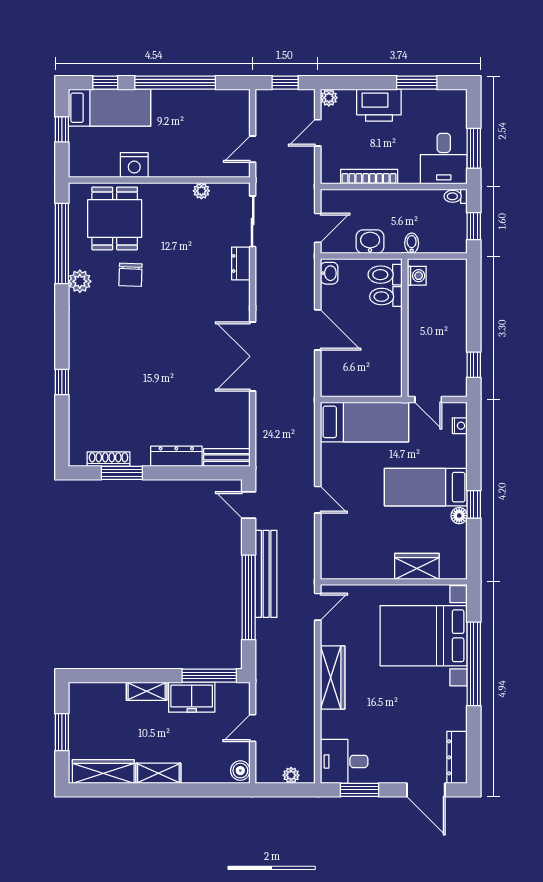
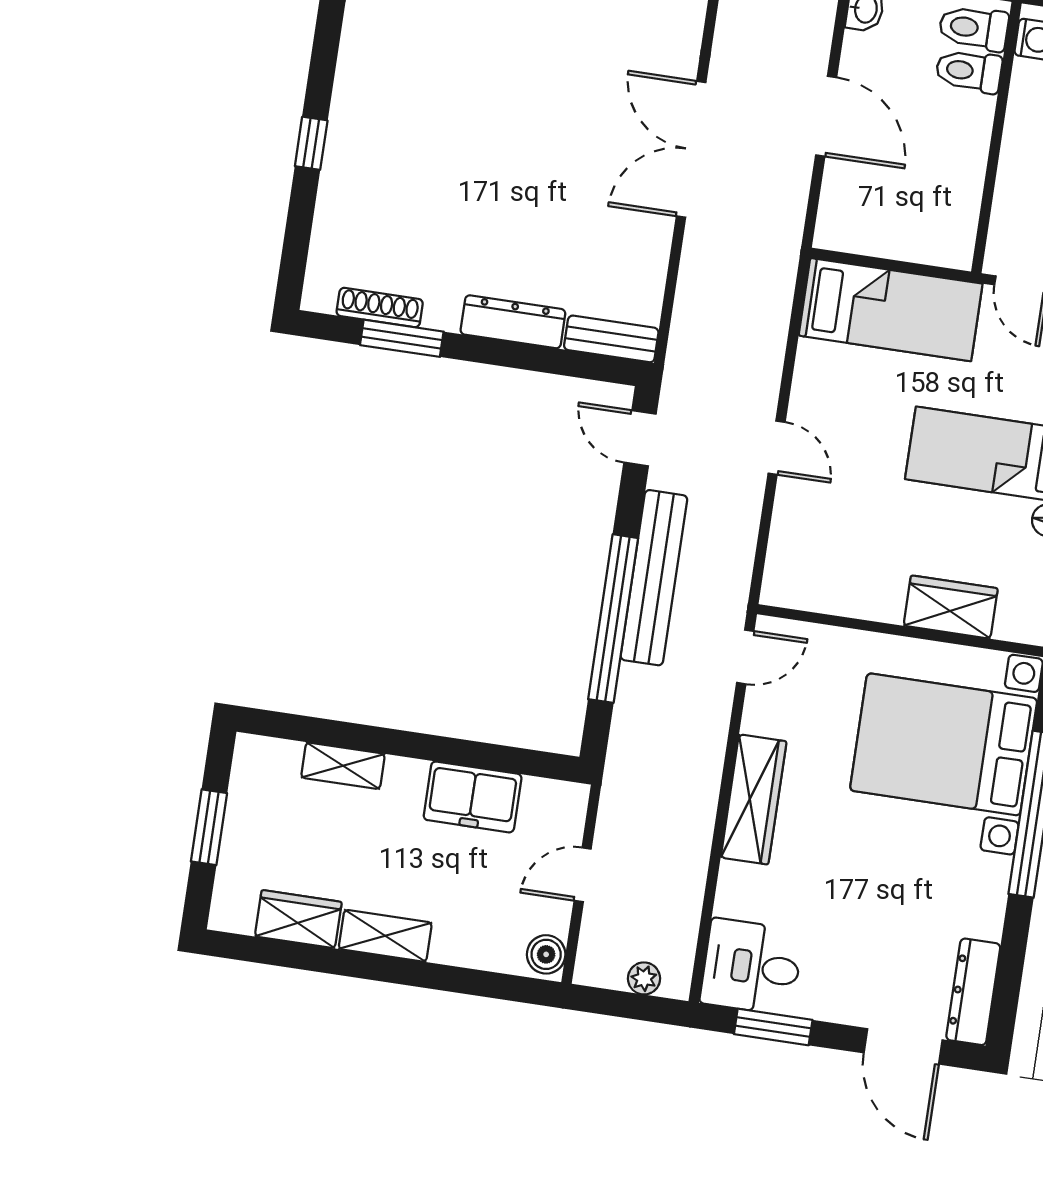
window: (209, 676) -> (513, 760), removed
shelving: (147, 691) -> (343, 766), moved
wardrobe: (103, 772) -> (298, 919), width x0.67

